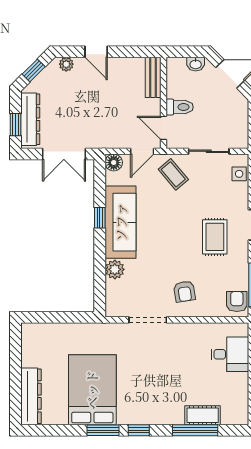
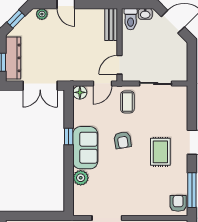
toilet: (180, 107) -> (131, 19), moved, turned 90
door: (163, 128) -> (120, 65), hinge flipped
coffee table: (173, 174) -> (127, 102), turned 40
side table: (239, 174) -> (180, 101), removed
sofa: (121, 222) -> (85, 148), width x0.73
armchair: (184, 291) -> (123, 140), moved

